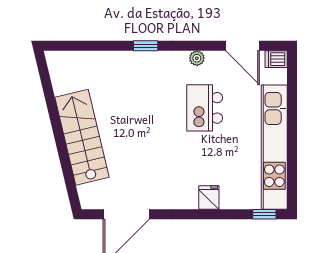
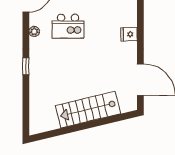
fridge: (209, 197) -> (129, 34), moved

